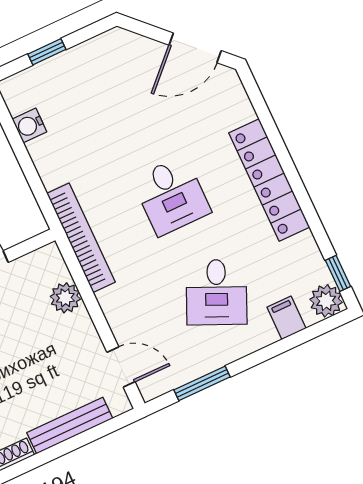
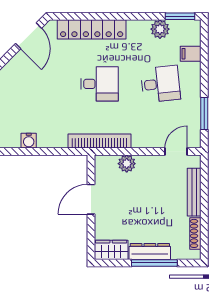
locker: (269, 180) -> (92, 29), moved
window: (338, 273) -> (180, 16), width x1.50
desk: (216, 292) -> (160, 84), turned -30
plant: (326, 301) -> (160, 29), moved

